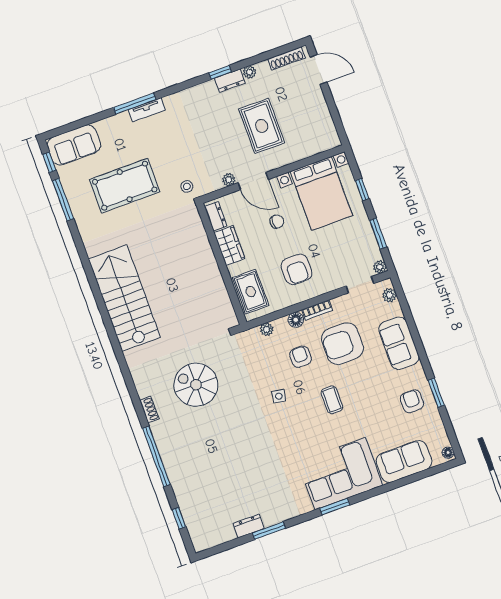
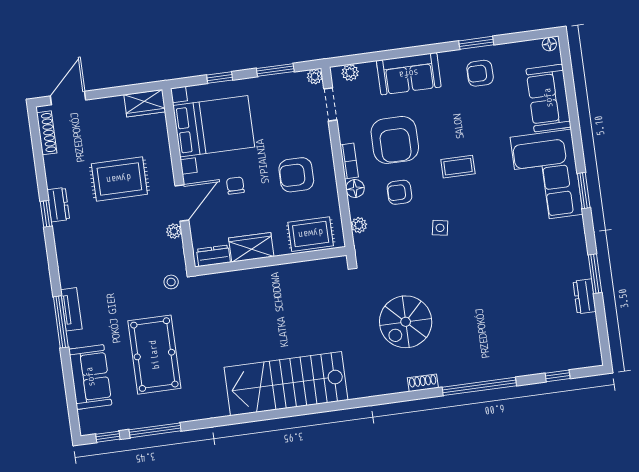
plant: (249, 72) -> (53, 179), removed
wardrobe: (328, 133) -> (145, 103), added
sofa: (74, 145) -> (90, 377), moved
armchair: (296, 269) -> (296, 175), turned 180

